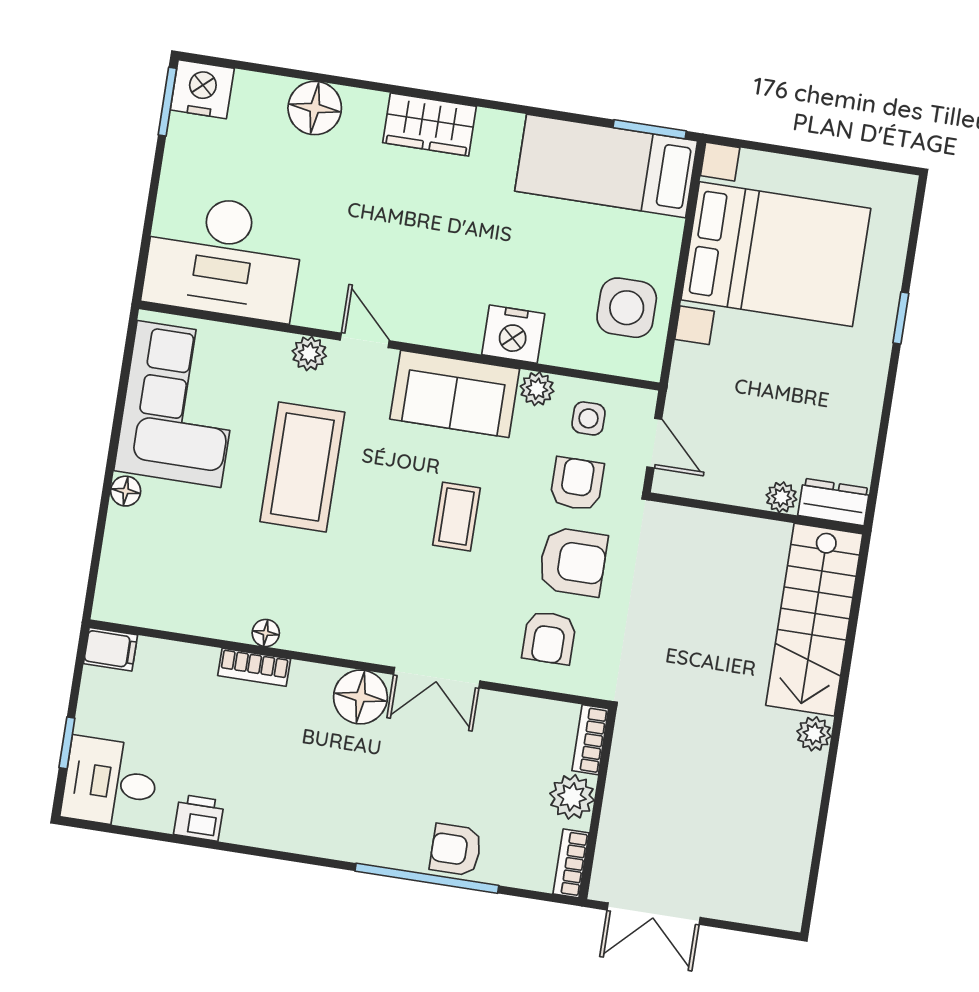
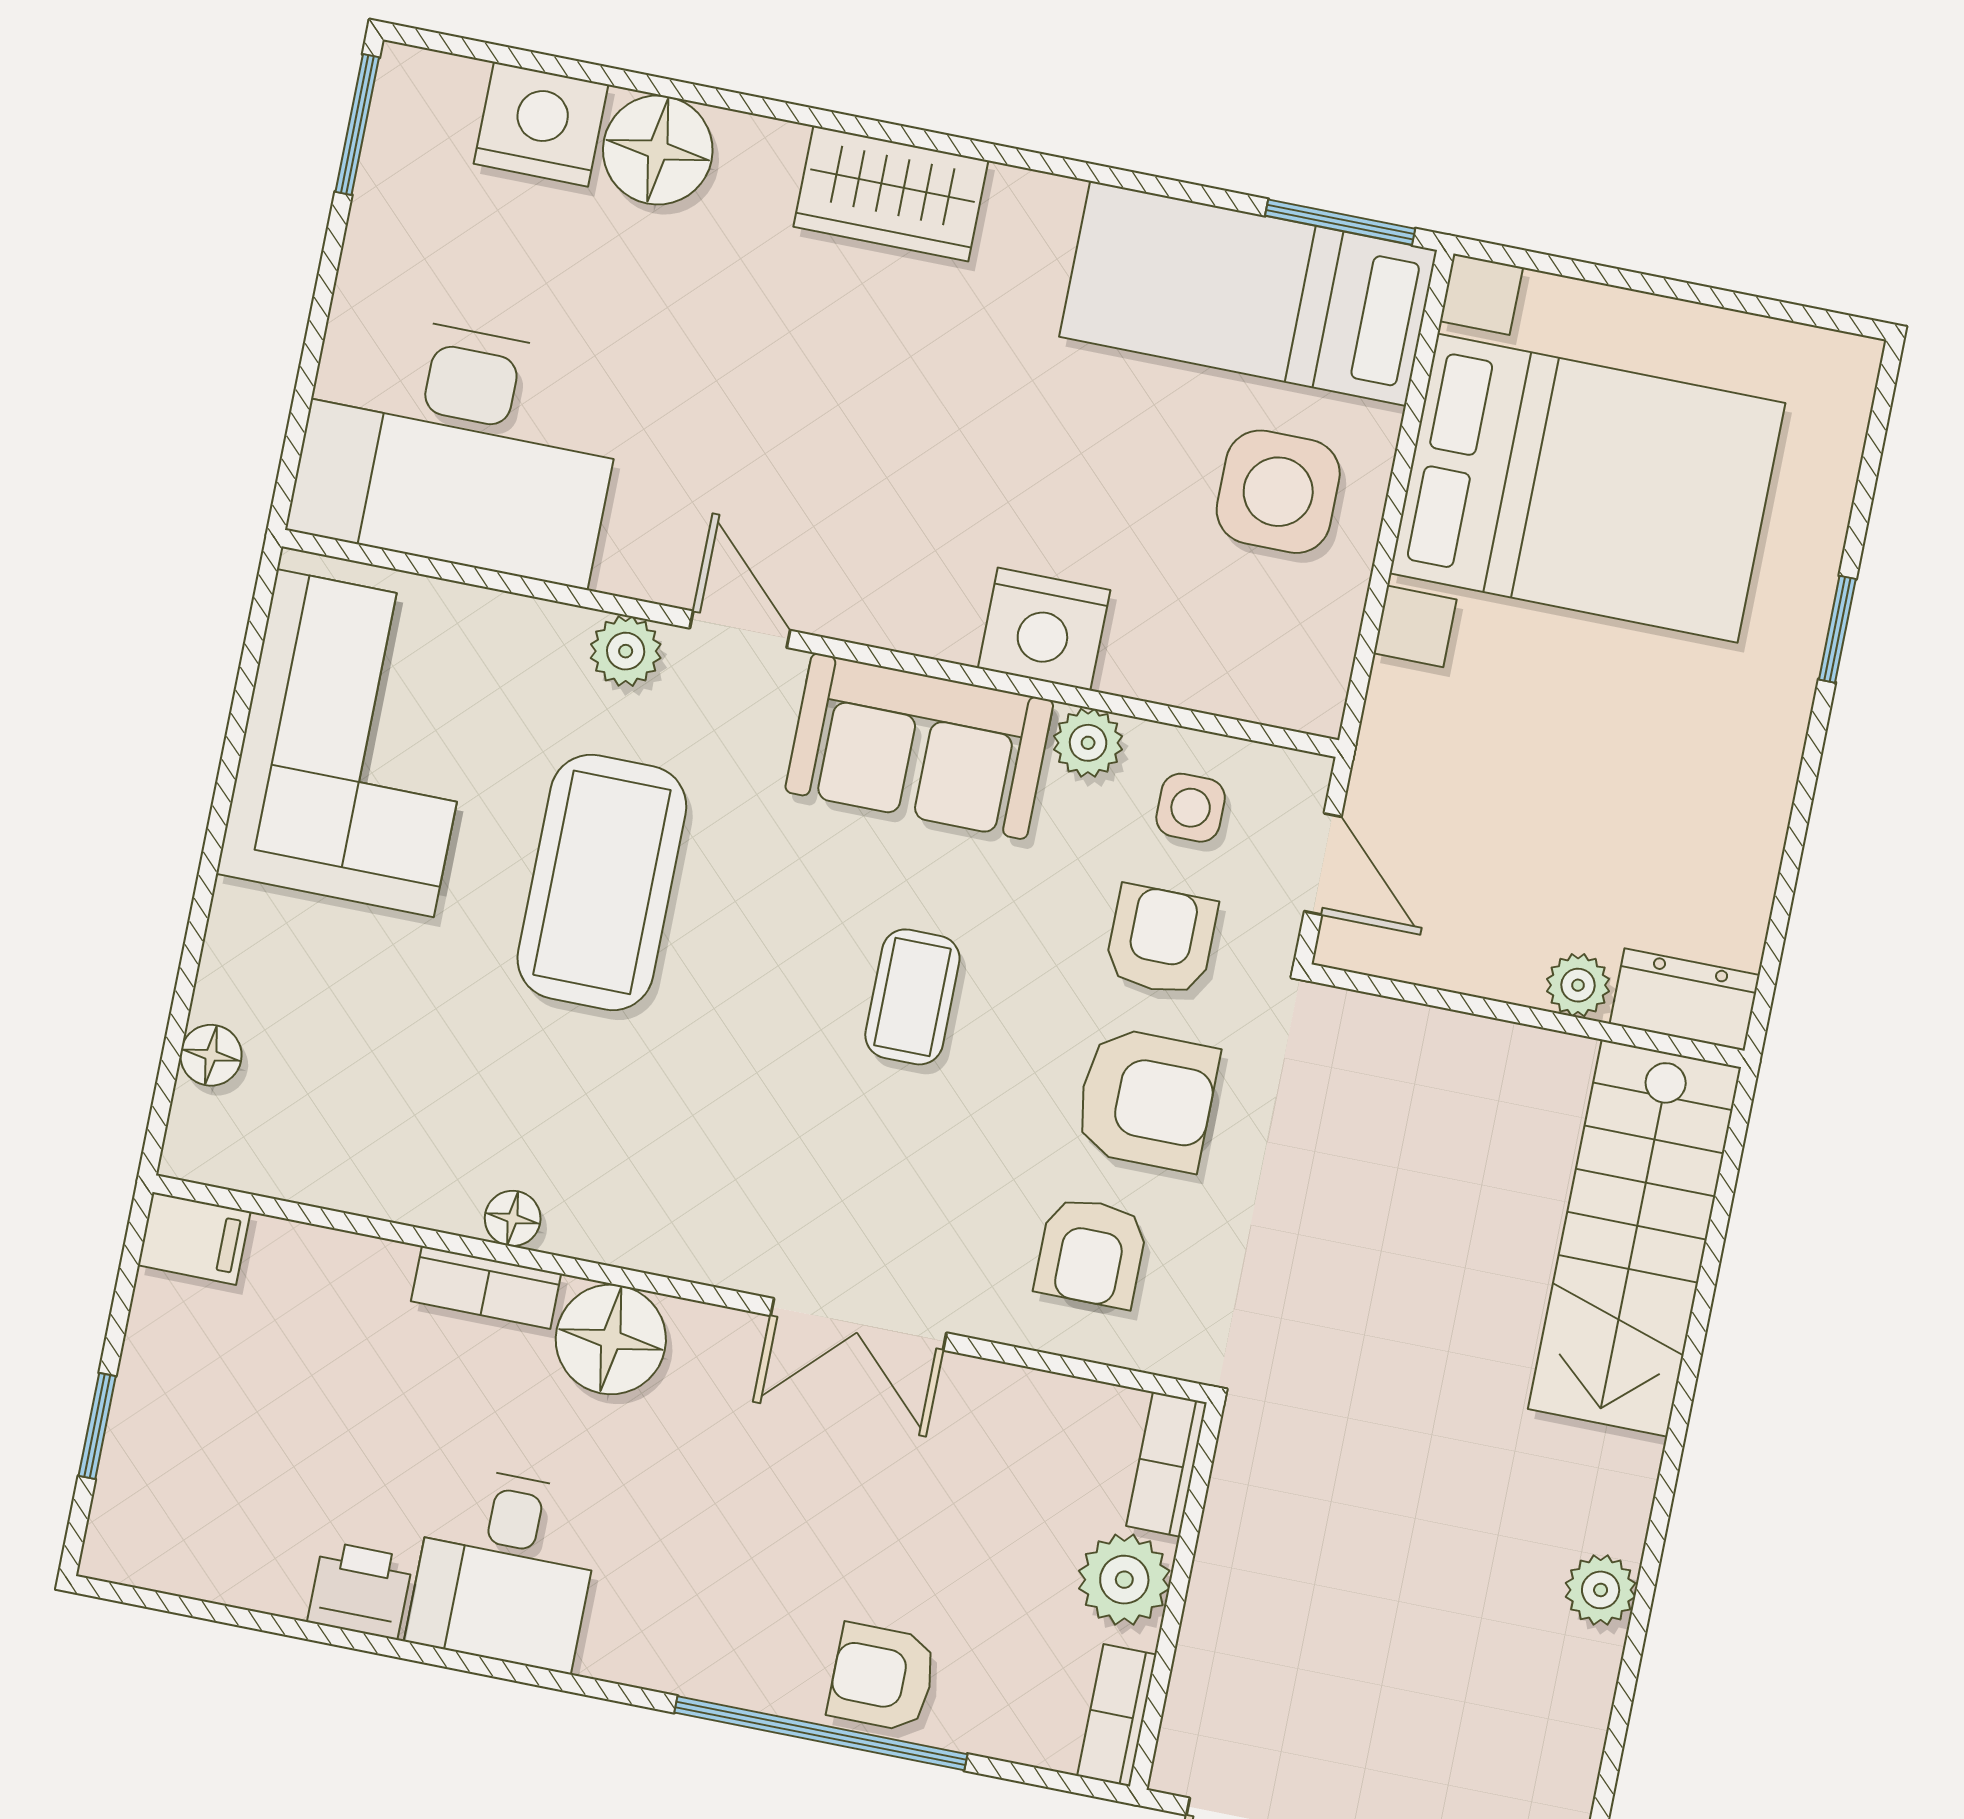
nightstand: (202, 89) -> (541, 124), moved
side table: (627, 308) -> (1278, 492), moved
floor lamp: (126, 491) -> (211, 1055), moved
floor lamp: (360, 697) -> (611, 1339), moved
plant: (814, 734) -> (1601, 1590), moved
desk: (110, 782) -> (505, 1568), moved, turned -90

